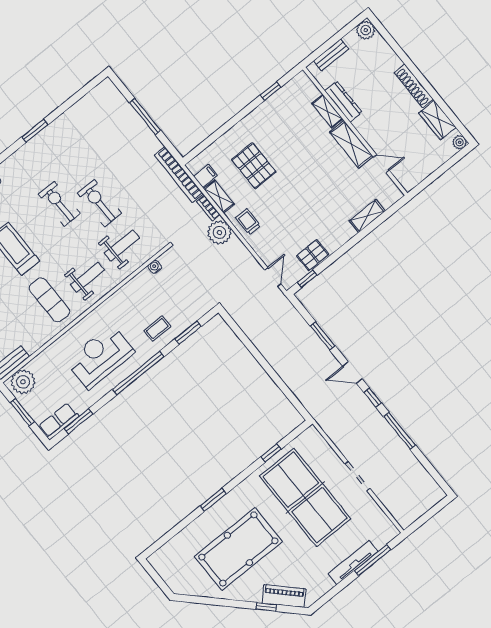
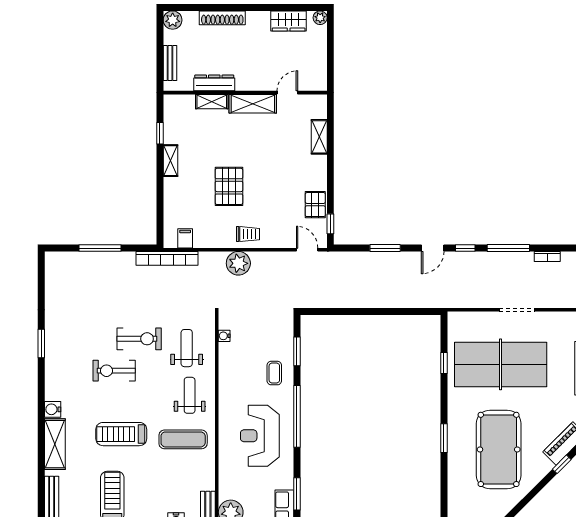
shoe rack: (414, 86) -> (222, 18), moved
pallet: (254, 166) -> (229, 186), moved, turned 90
shelving: (219, 196) -> (171, 161), moved, turned 90
exercise bike: (99, 203) -> (139, 339), turned 180
bookcase: (208, 208) -> (547, 256), moved
trolley: (248, 222) -> (248, 234), turned 180

